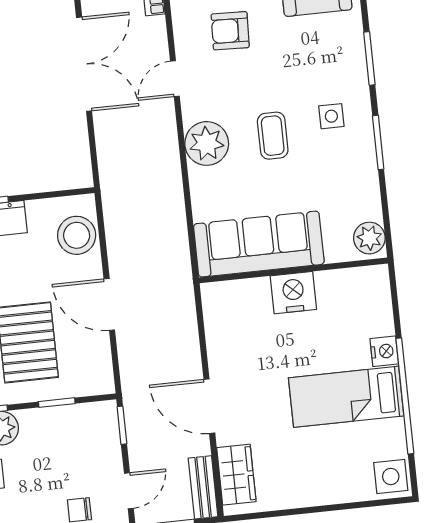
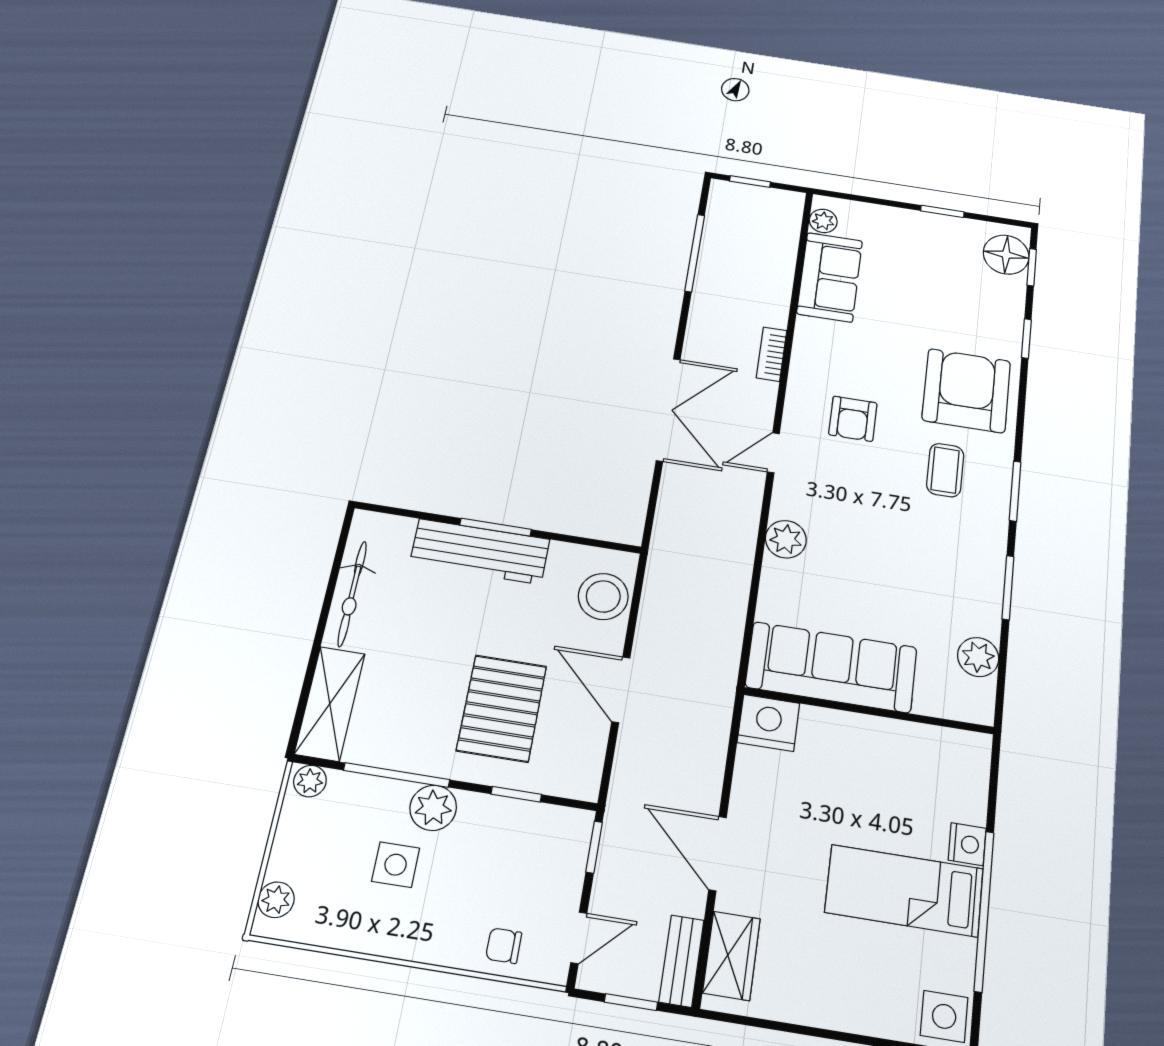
armchair: (230, 31) -> (853, 419), turned -92
side table: (331, 116) -> (955, 543), removed
coffee table: (273, 136) -> (945, 470), moved
plant: (207, 143) -> (786, 539), width x0.73, depth x0.73
plant: (369, 238) -> (978, 657), moved
nightstand: (293, 293) -> (768, 723), moved

